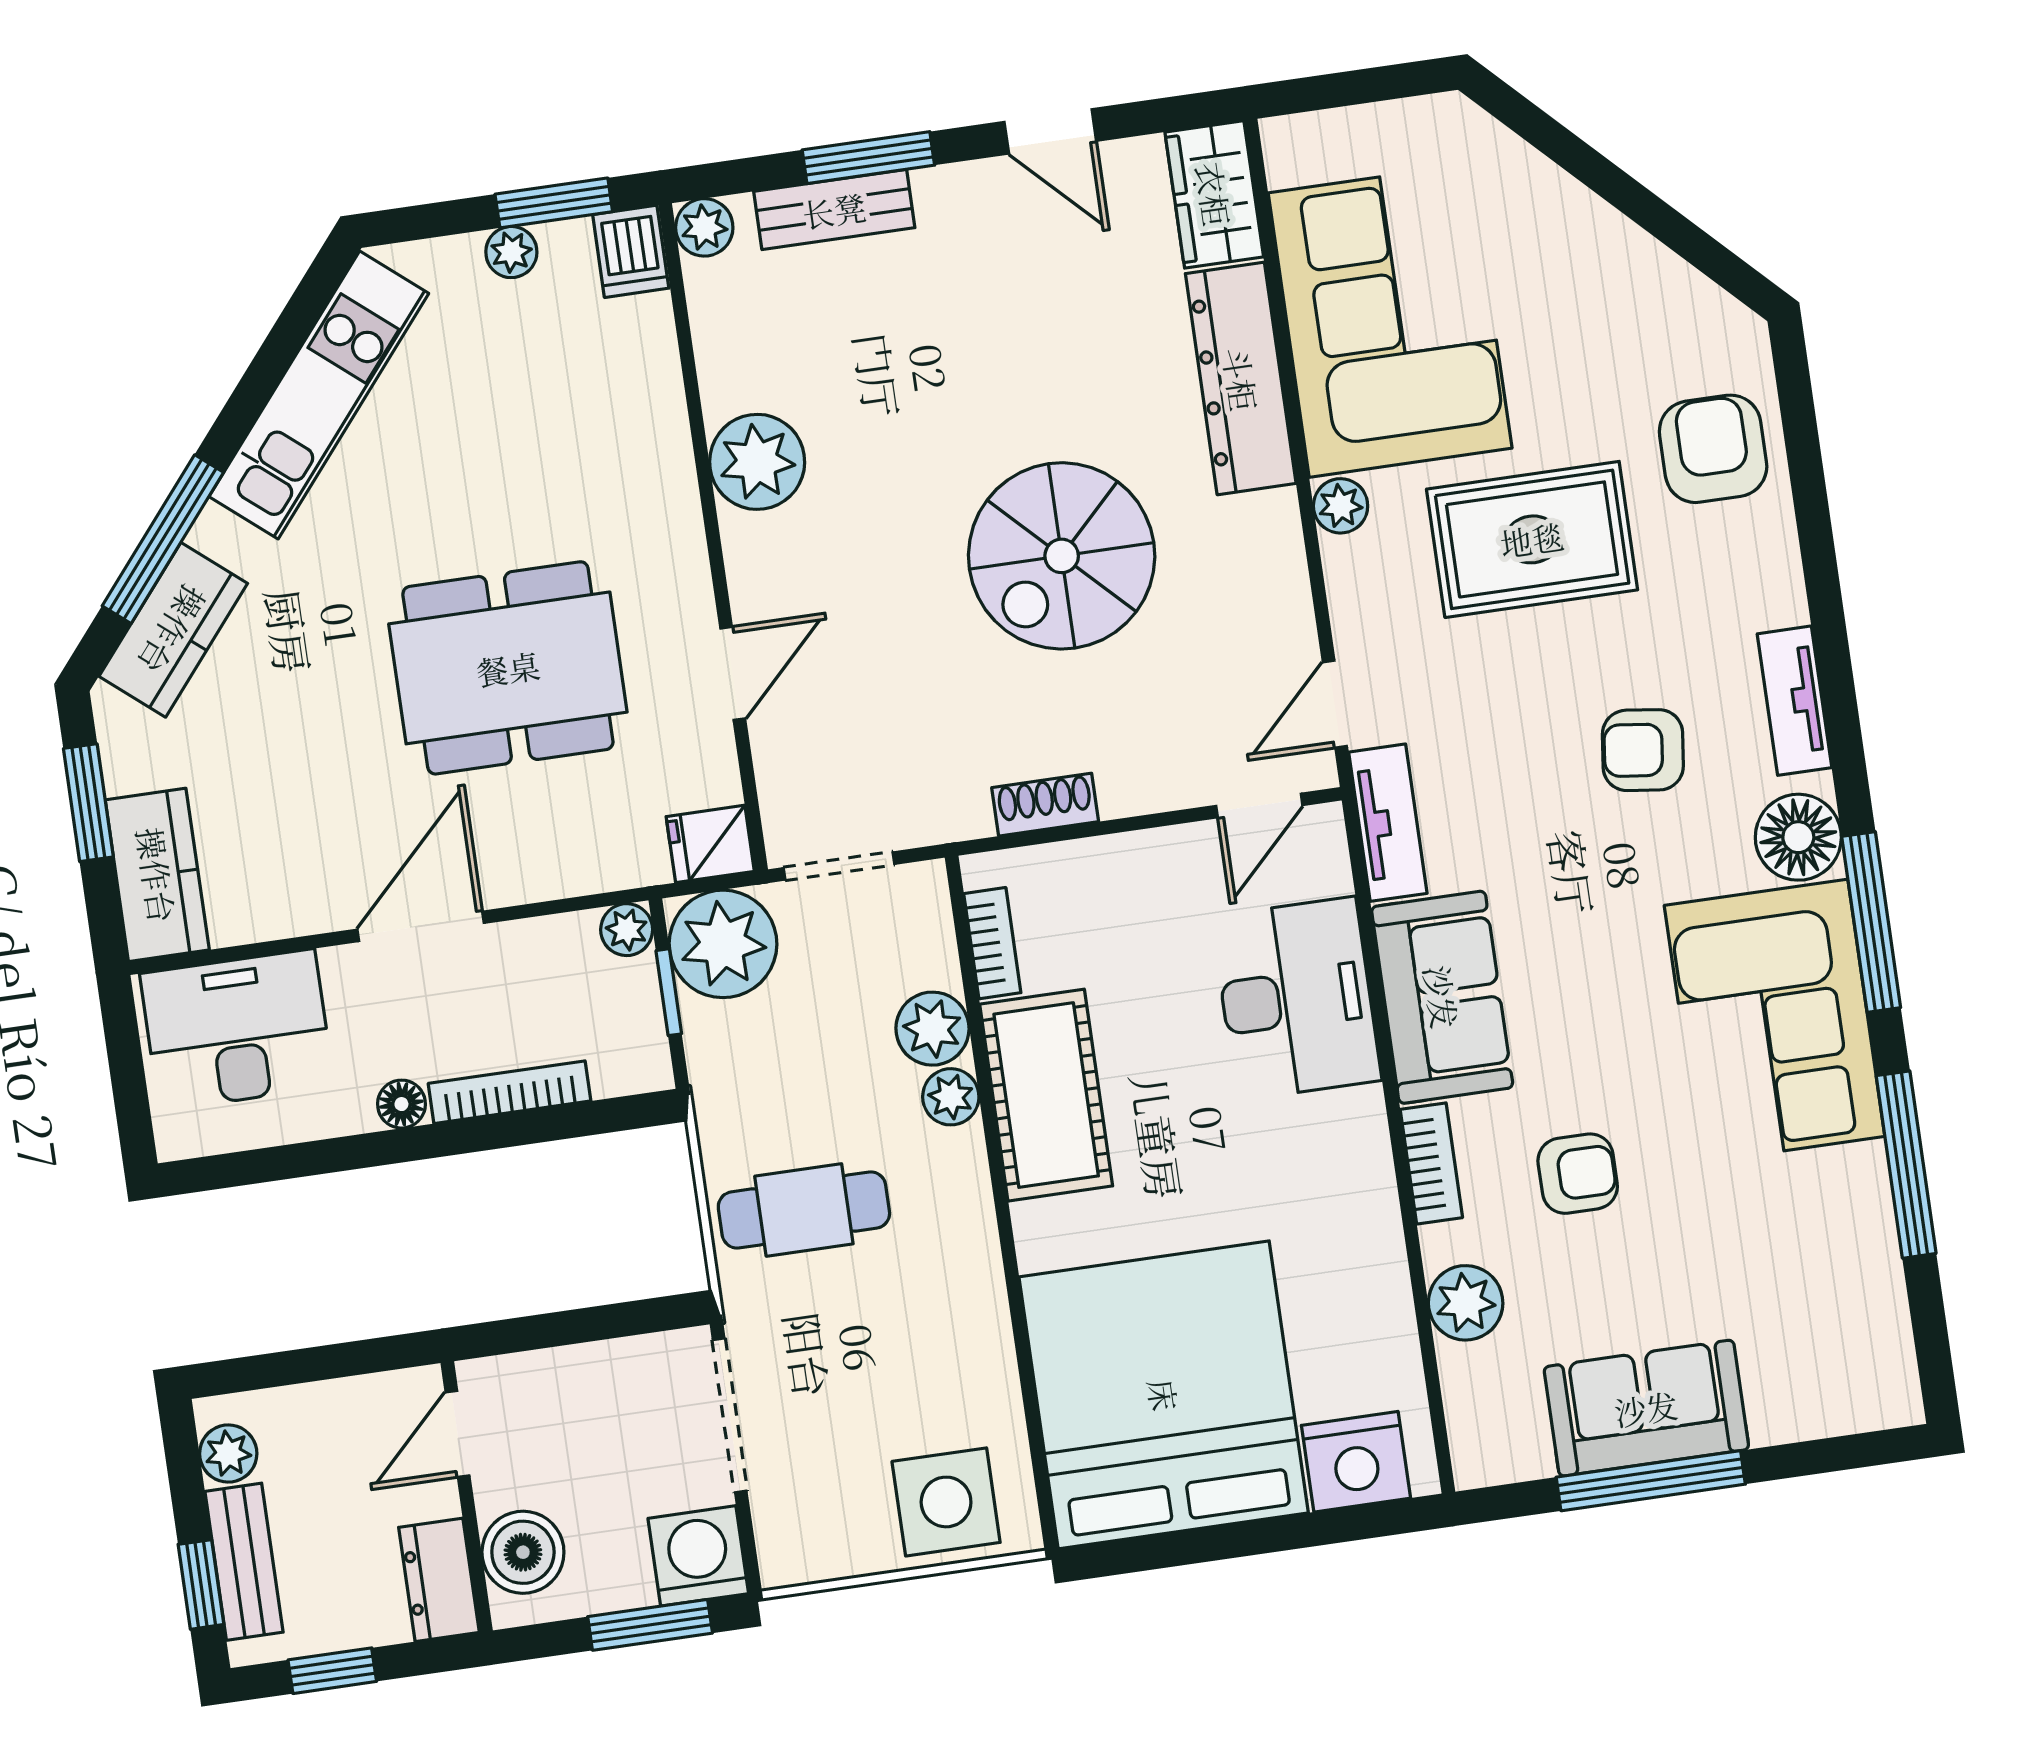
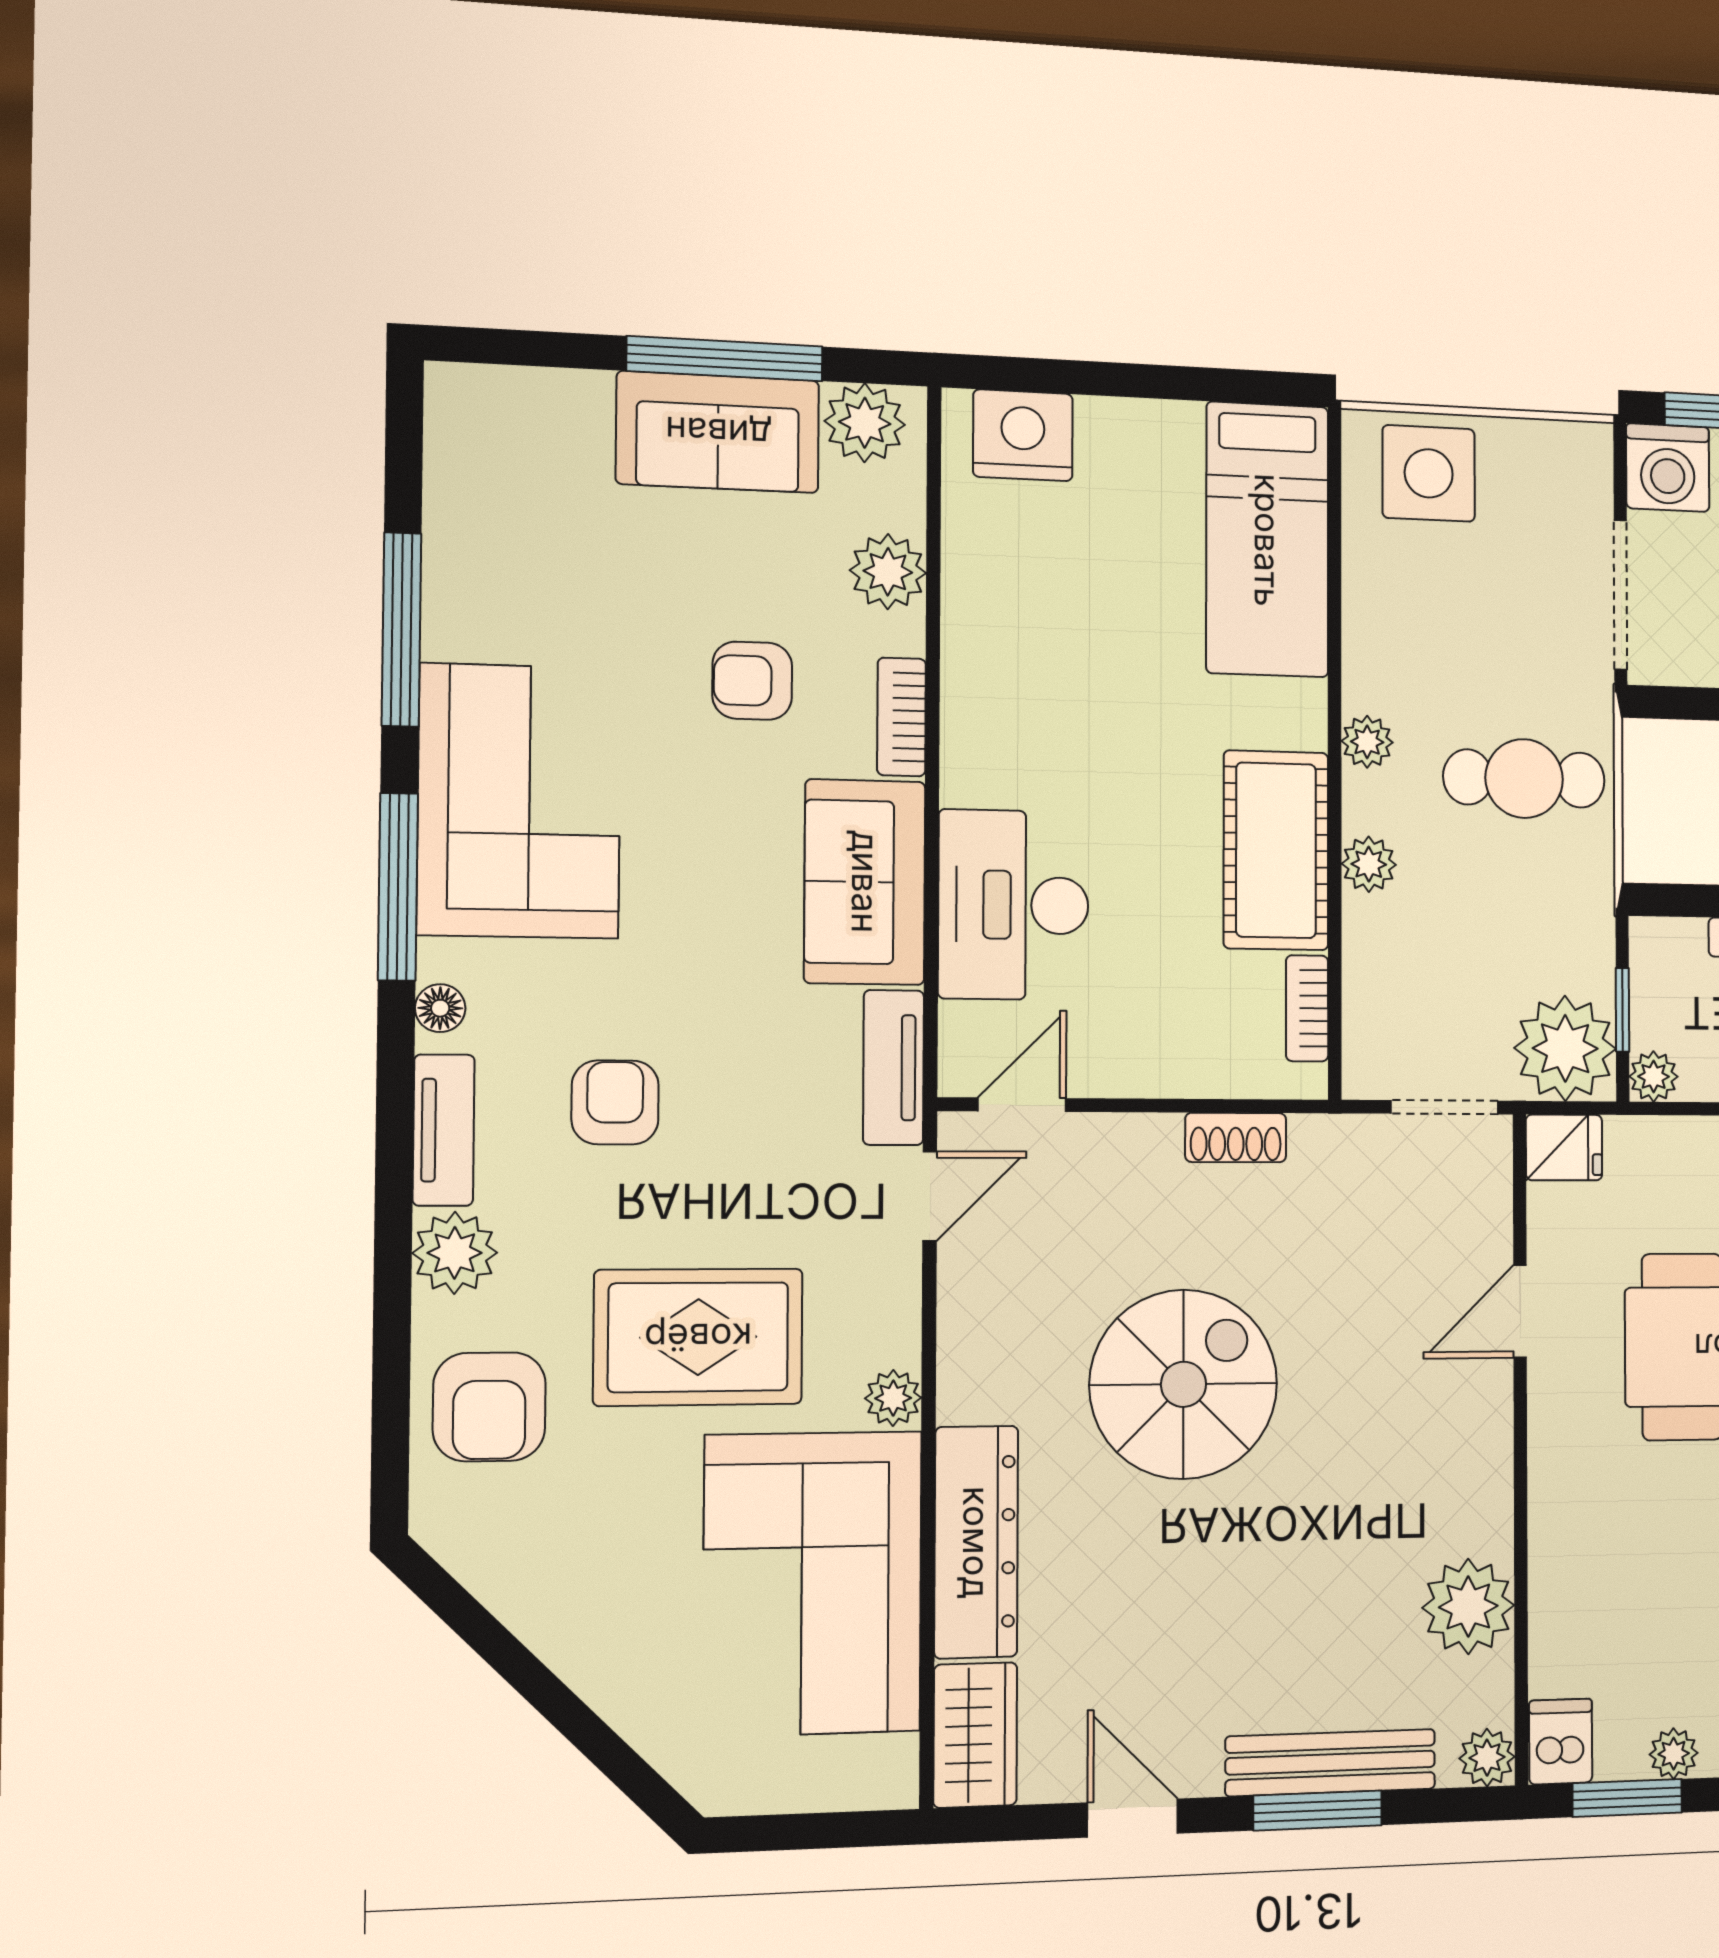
bench: (834, 210) -> (1331, 1763), width x1.36
plant: (757, 462) -> (1468, 1607), moved
plant: (1767, 588) -> (455, 1253), added
armchair: (1643, 750) -> (615, 1102), turned -97
floor lamp: (1798, 837) -> (440, 1008), width x0.53, depth x0.53
plant: (932, 1029) -> (1367, 742), moved, width x0.73, depth x0.73
bed: (1164, 1395) -> (1267, 540), width x0.49
plant: (1510, 1444) -> (865, 423), added

